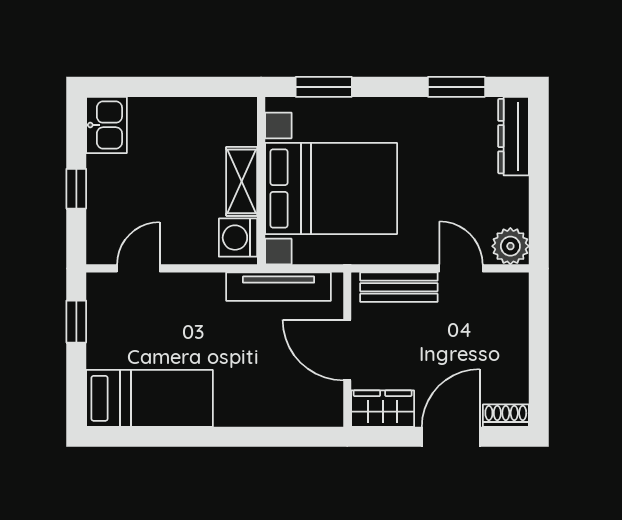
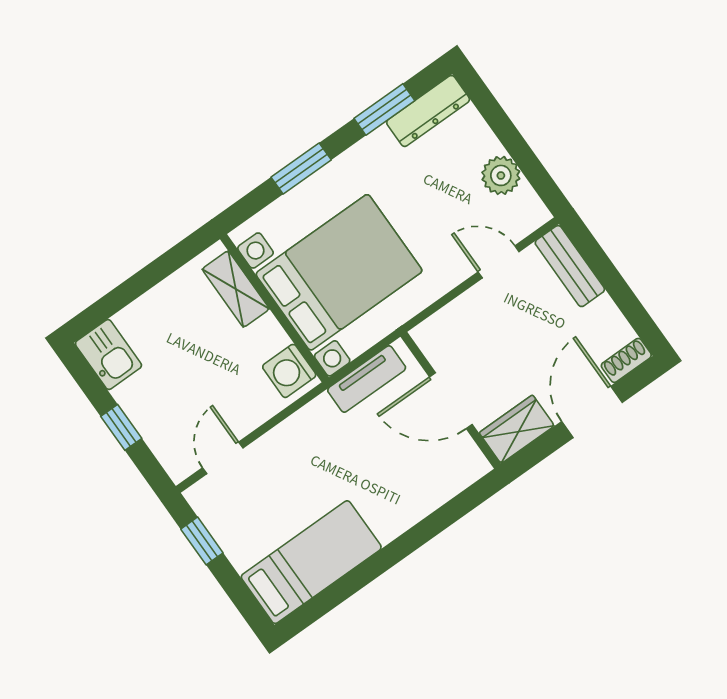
window: (324, 87) -> (301, 169), moved
dresser: (513, 136) -> (428, 111), moved, turned -90
shelving: (242, 181) -> (236, 289), moved
plant: (510, 246) -> (501, 175), moved
tv unit: (279, 287) -> (367, 379), width x0.71
bench: (399, 287) -> (570, 266), moved, turned 90

